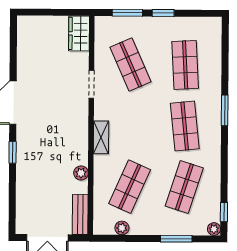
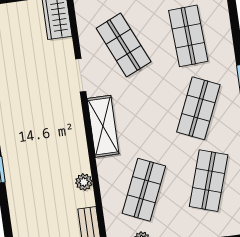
shop shelf: (185, 126) -> (198, 108), turned 30
shelving: (101, 137) -> (103, 126), width x1.50, depth x1.33

